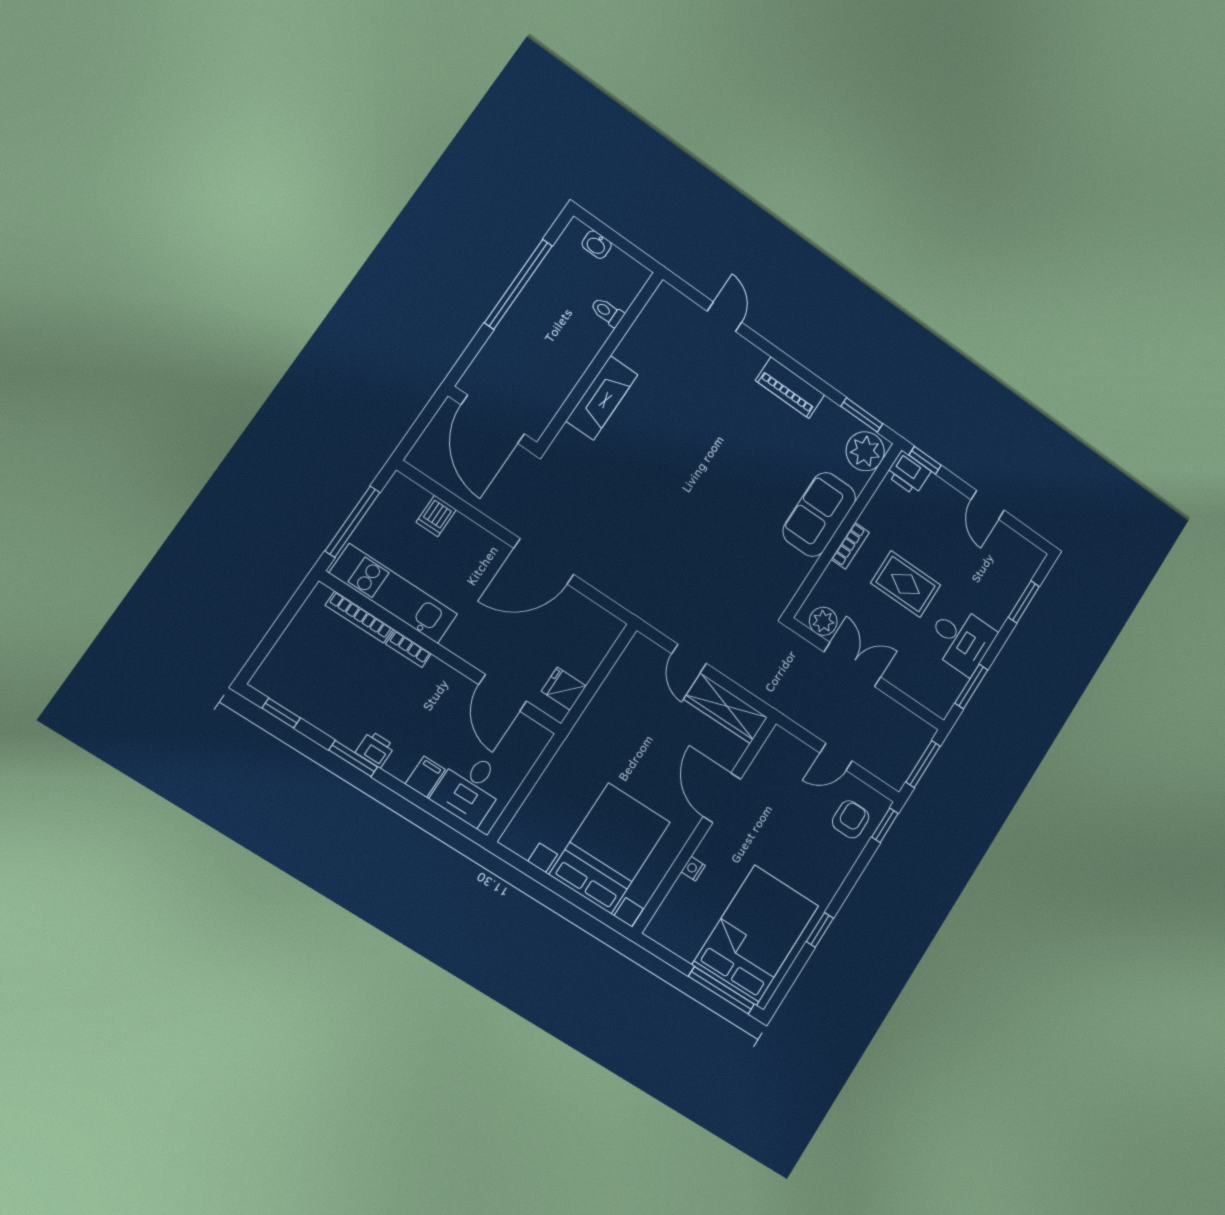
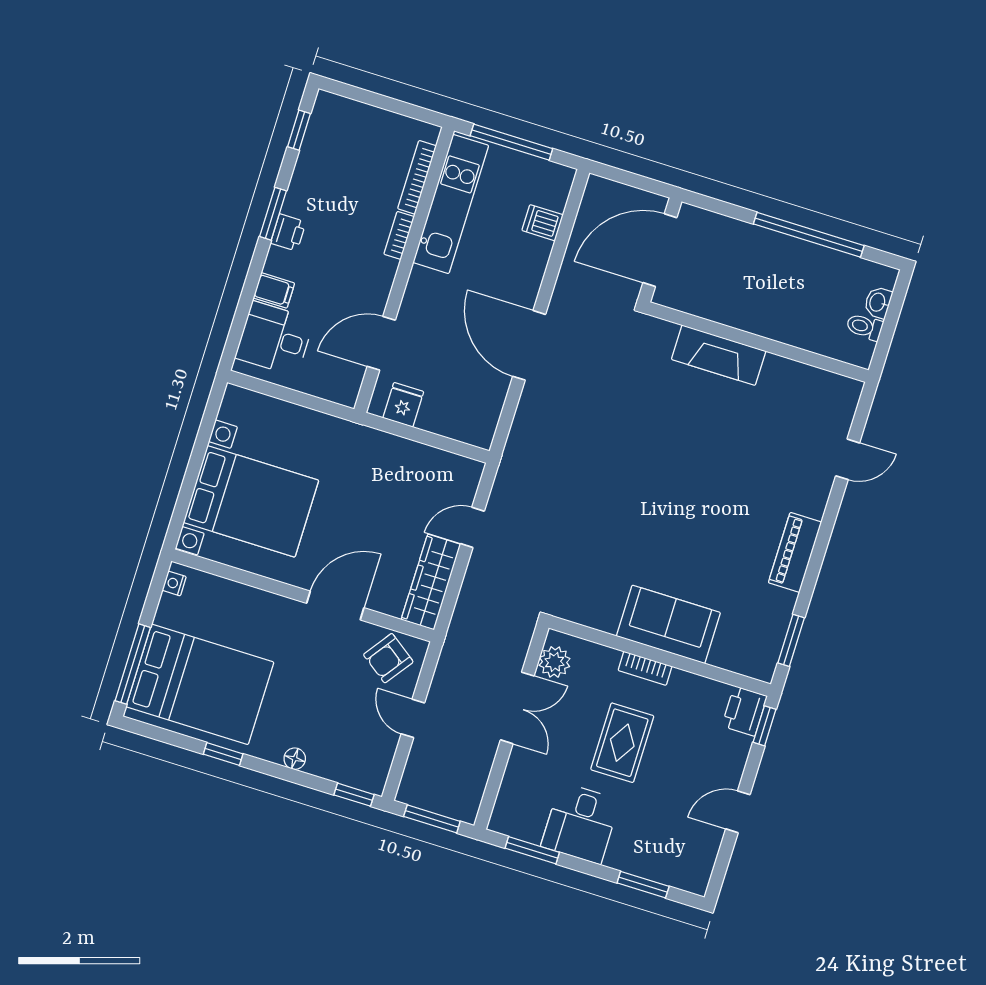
toilet: (607, 312) -> (864, 327), moved, turned -90
plant: (865, 451) -> (753, 655), removed
armchair: (851, 819) -> (388, 658), moved, turned 126
floor lamp: (841, 868) -> (295, 759), added
nightstand: (693, 869) -> (174, 583), moved, turned -90

